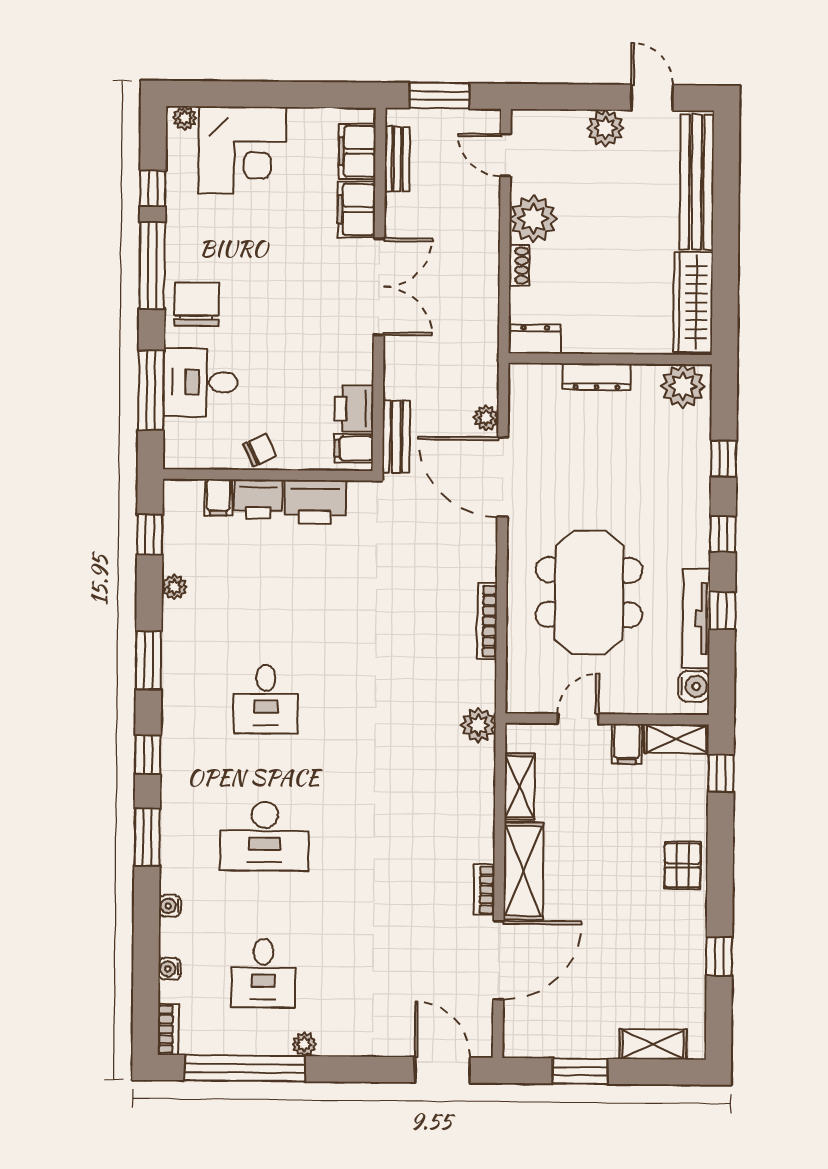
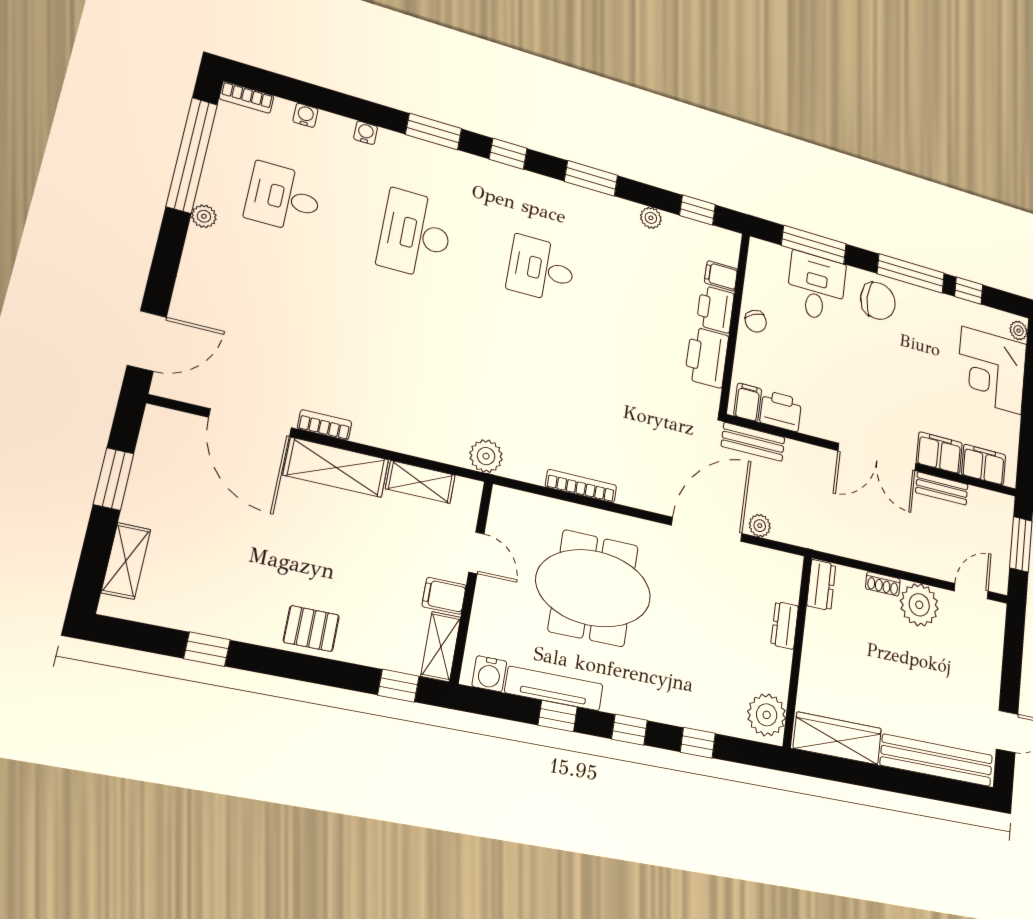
plant: (605, 128) -> (986, 685), removed
bench: (397, 159) -> (942, 488), moved
dresser: (597, 377) -> (785, 625), width x0.70

